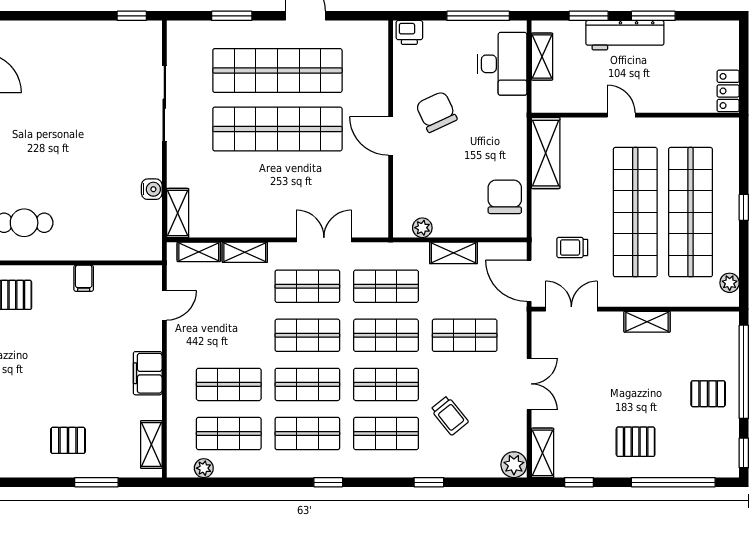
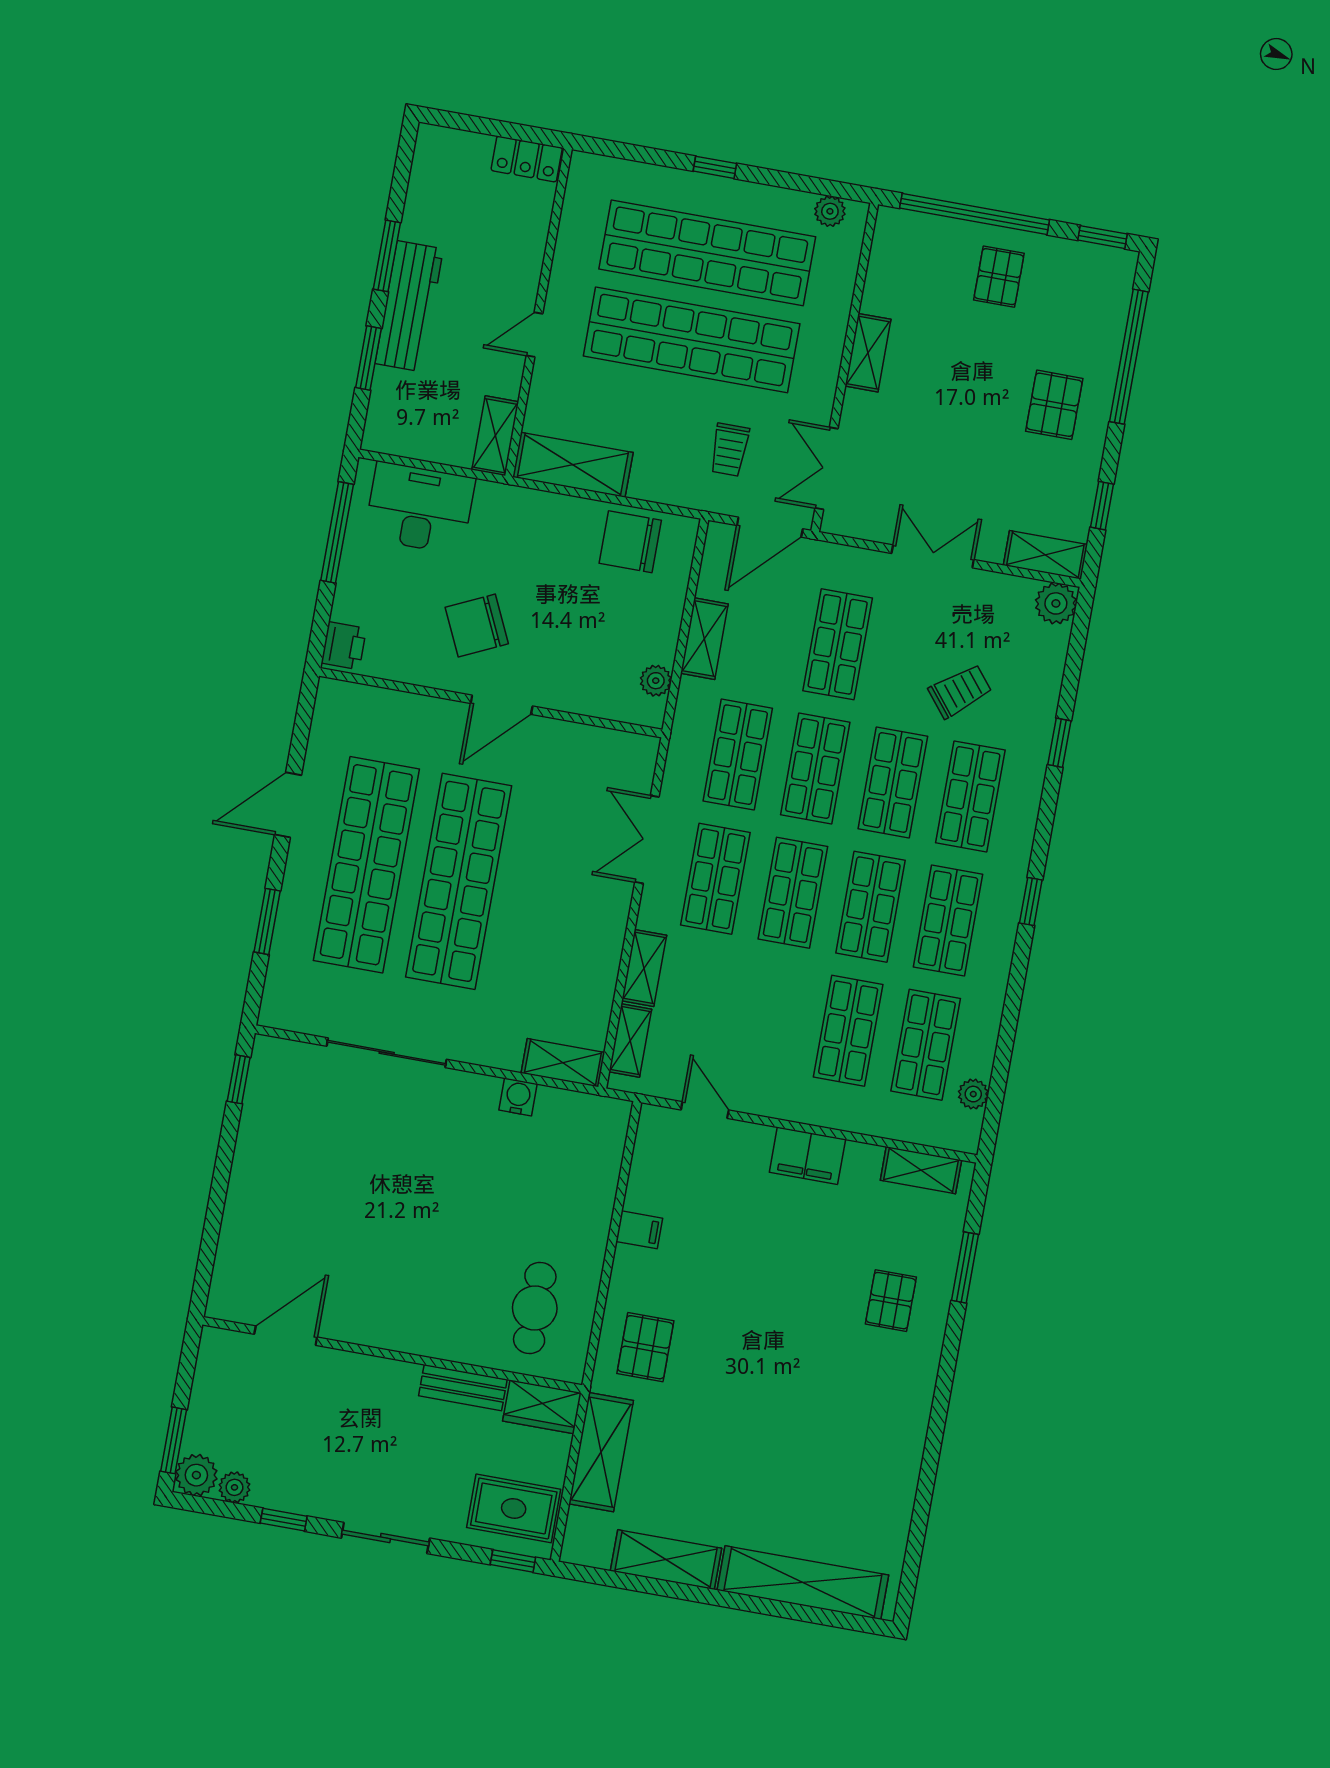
shelving: (542, 57) -> (495, 436), moved, turned 90

